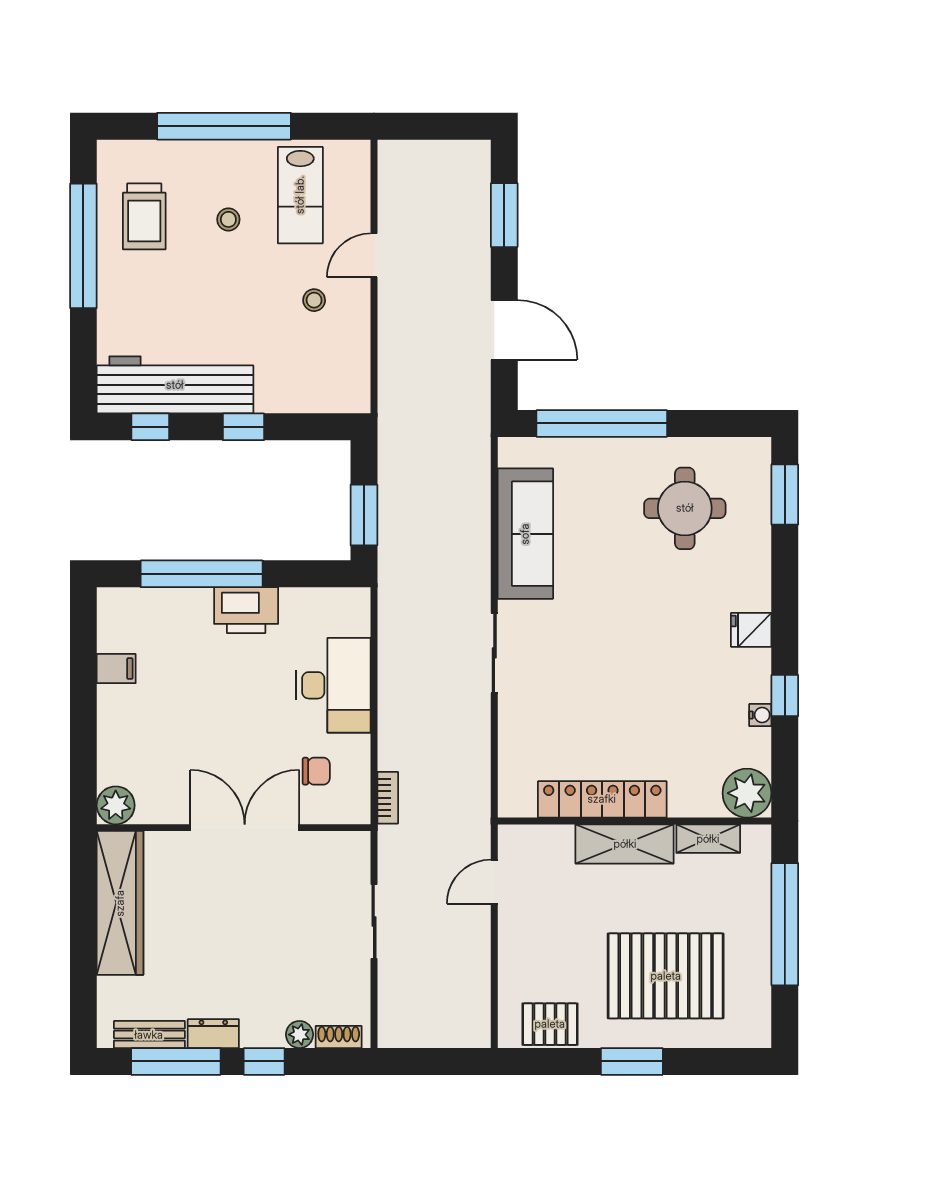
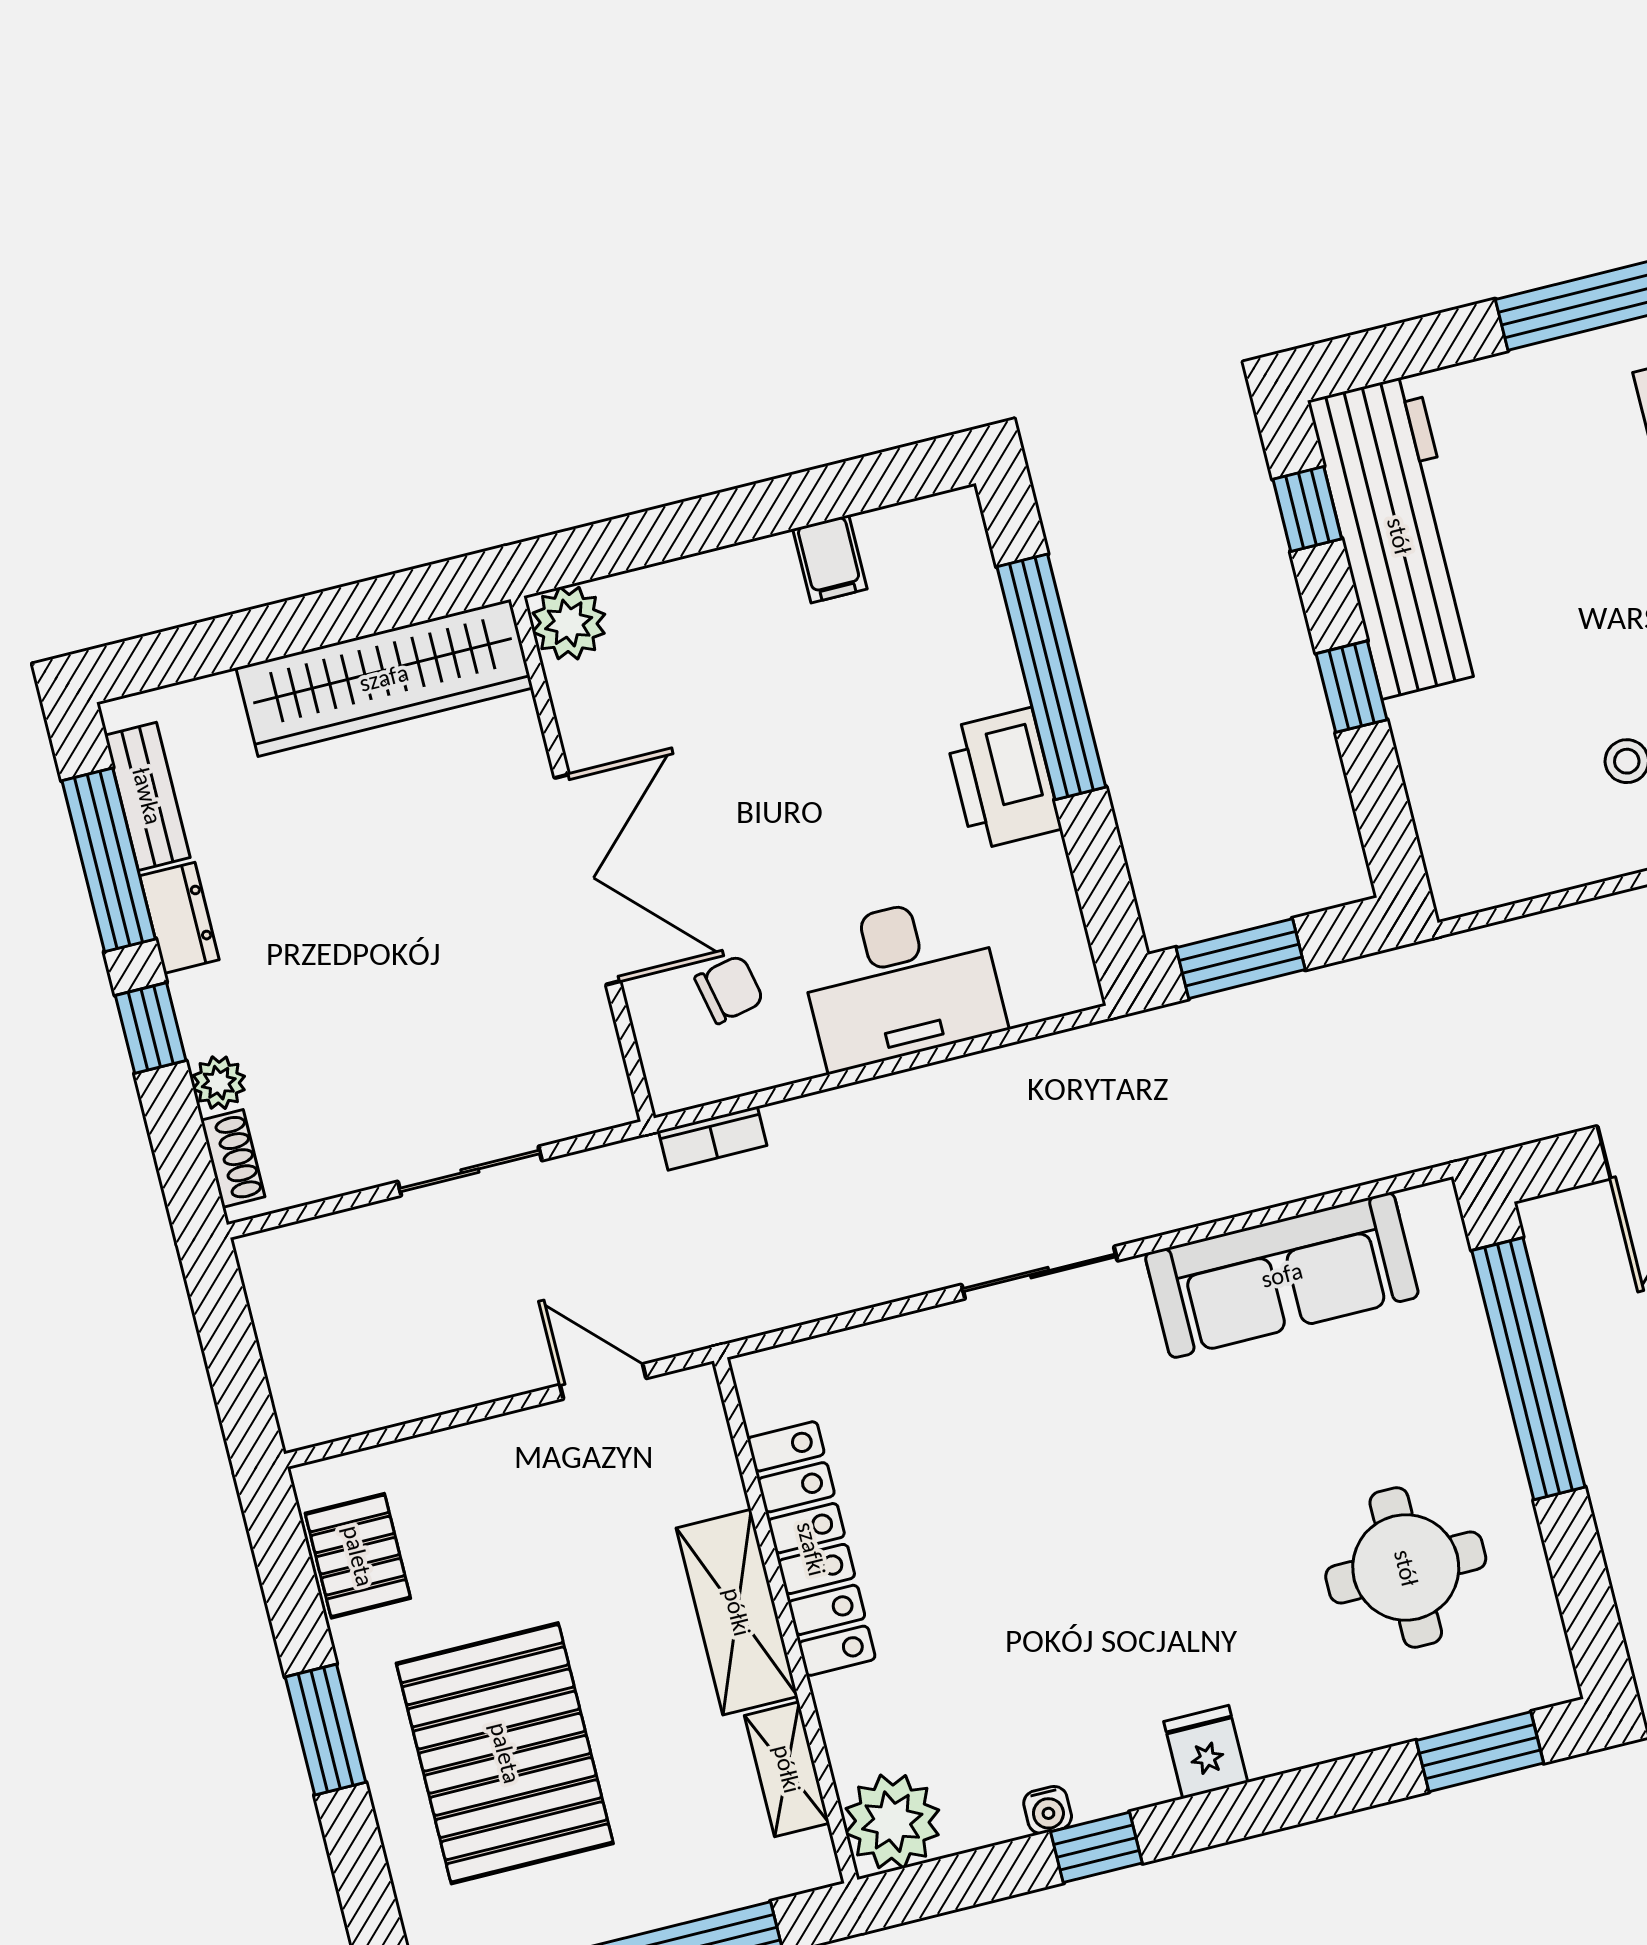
chair: (316, 771) -> (729, 989), turned -102

